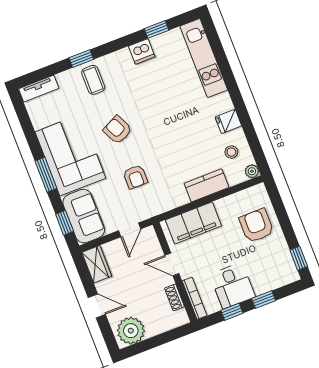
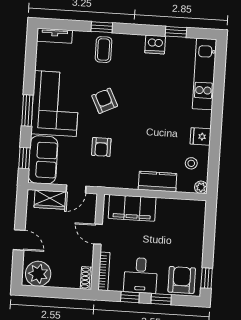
armchair: (256, 226) -> (182, 280), moved
wardrobe: (97, 264) -> (50, 200), moved, turned 90
shoe rack: (174, 297) -> (87, 278), moved

